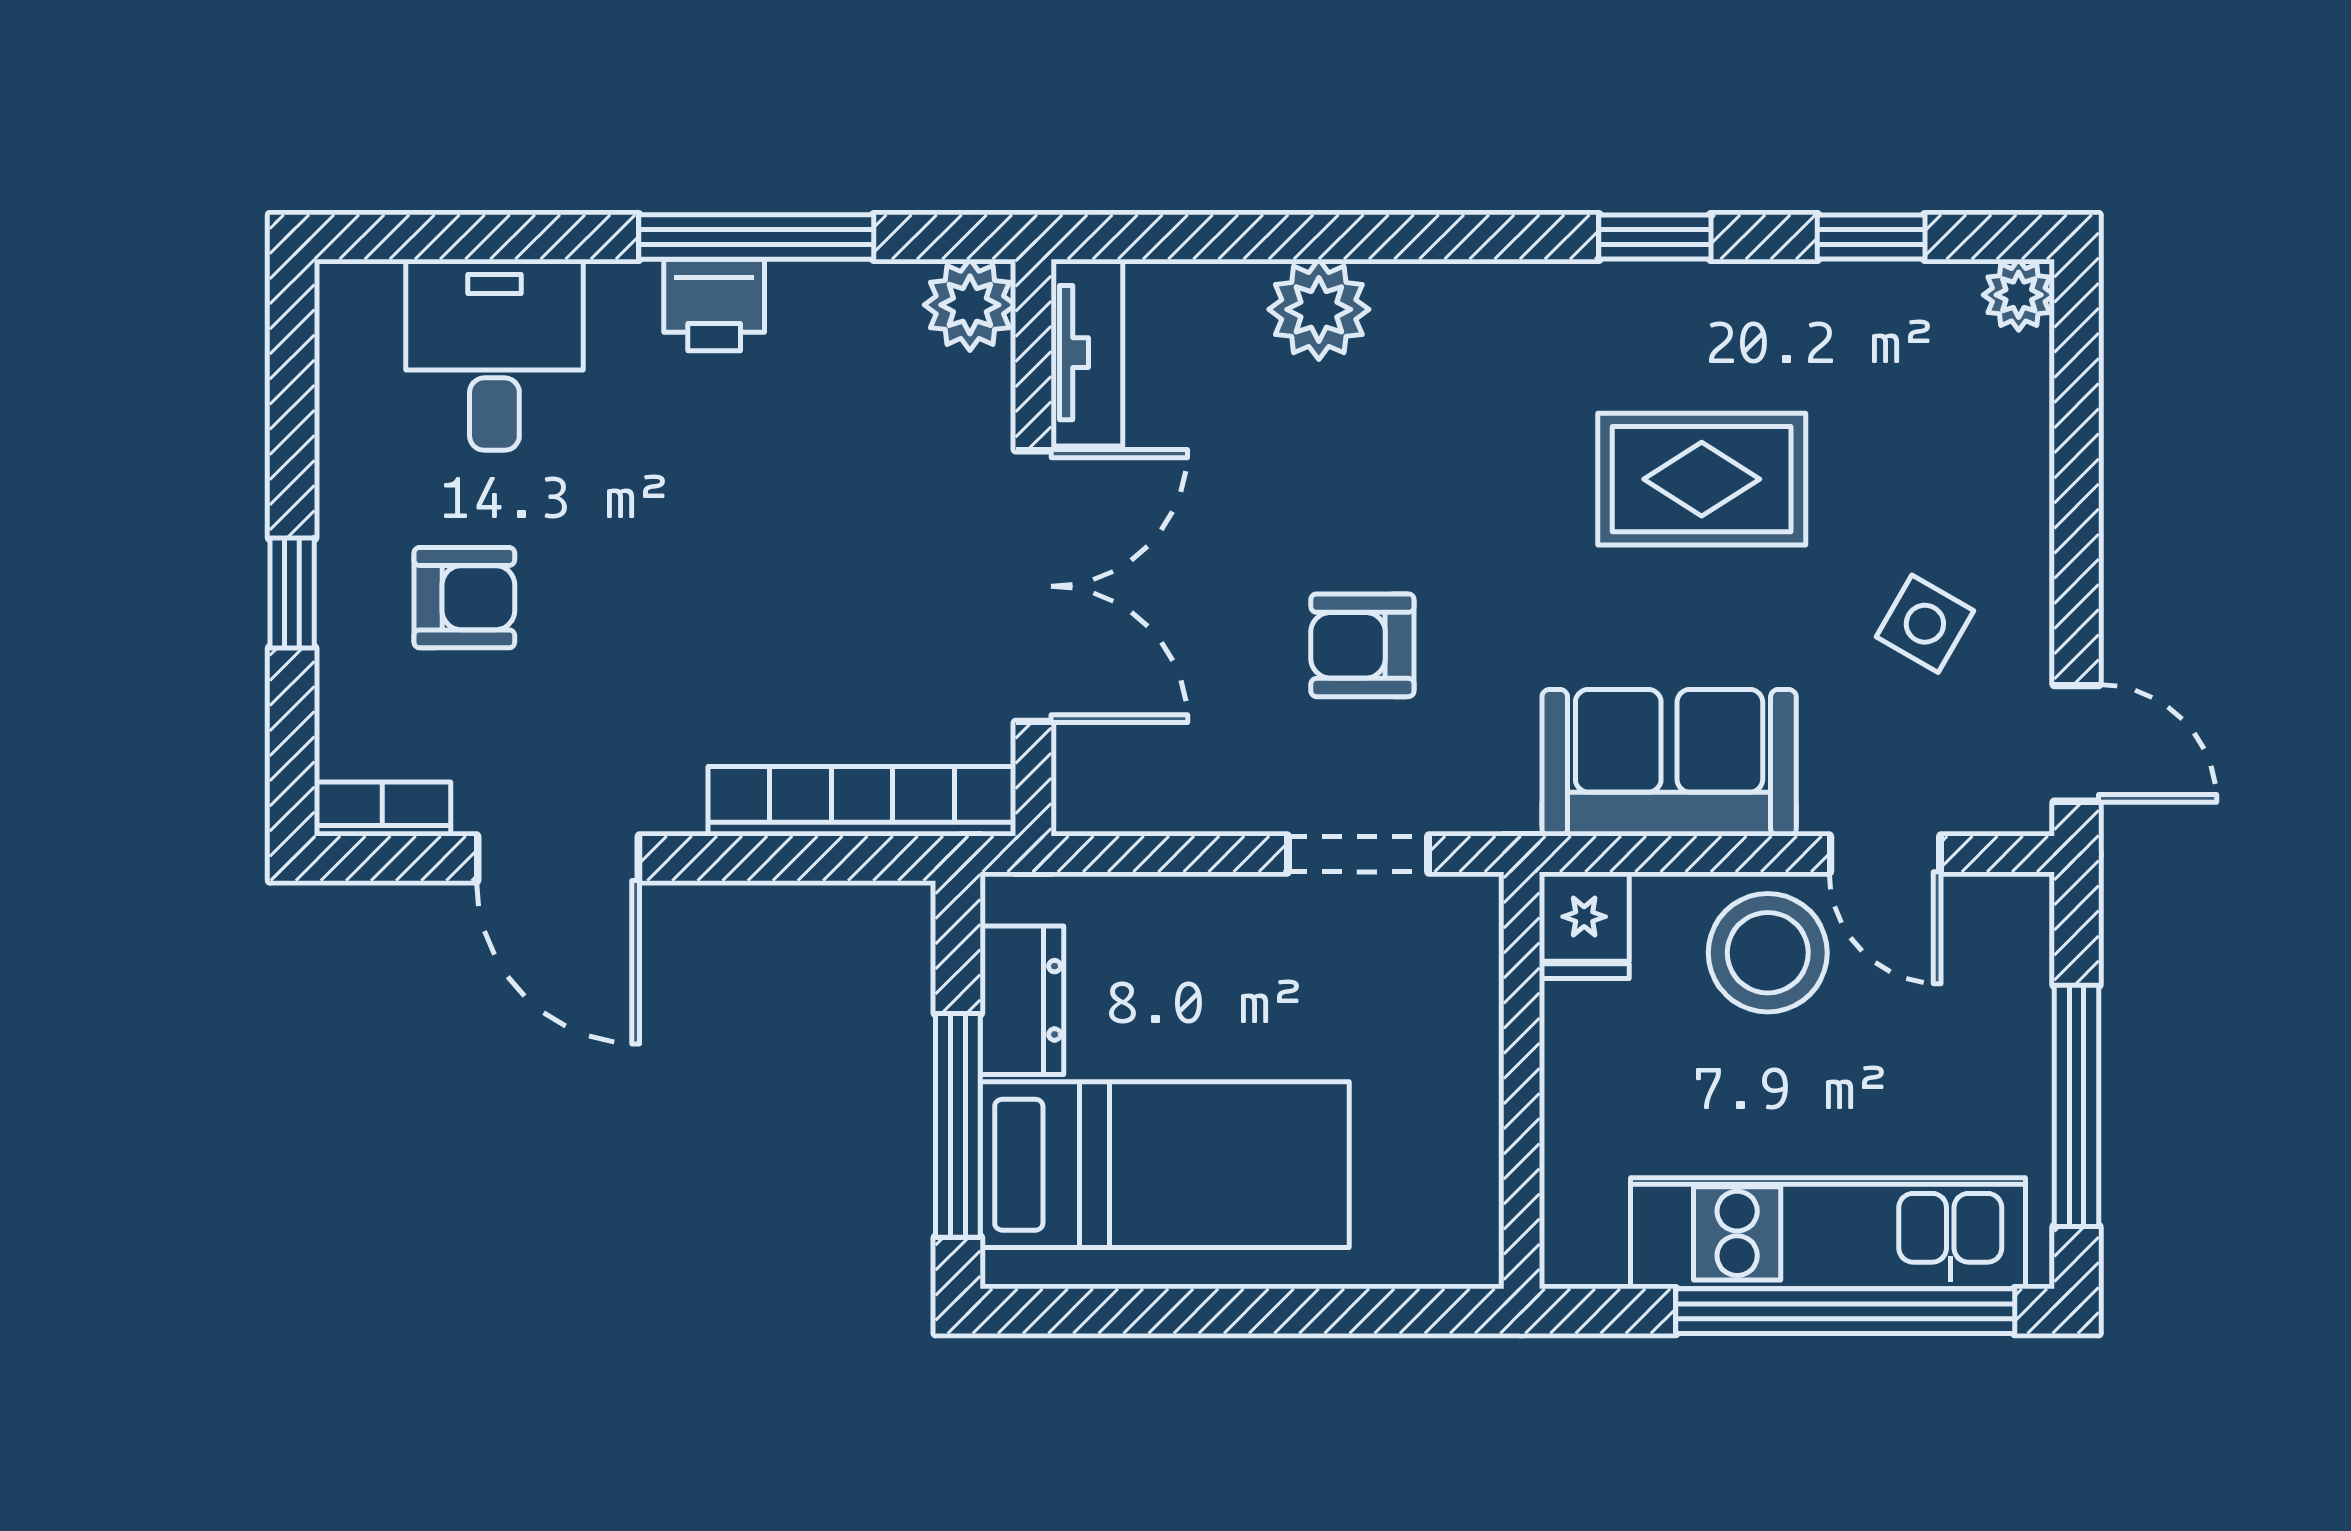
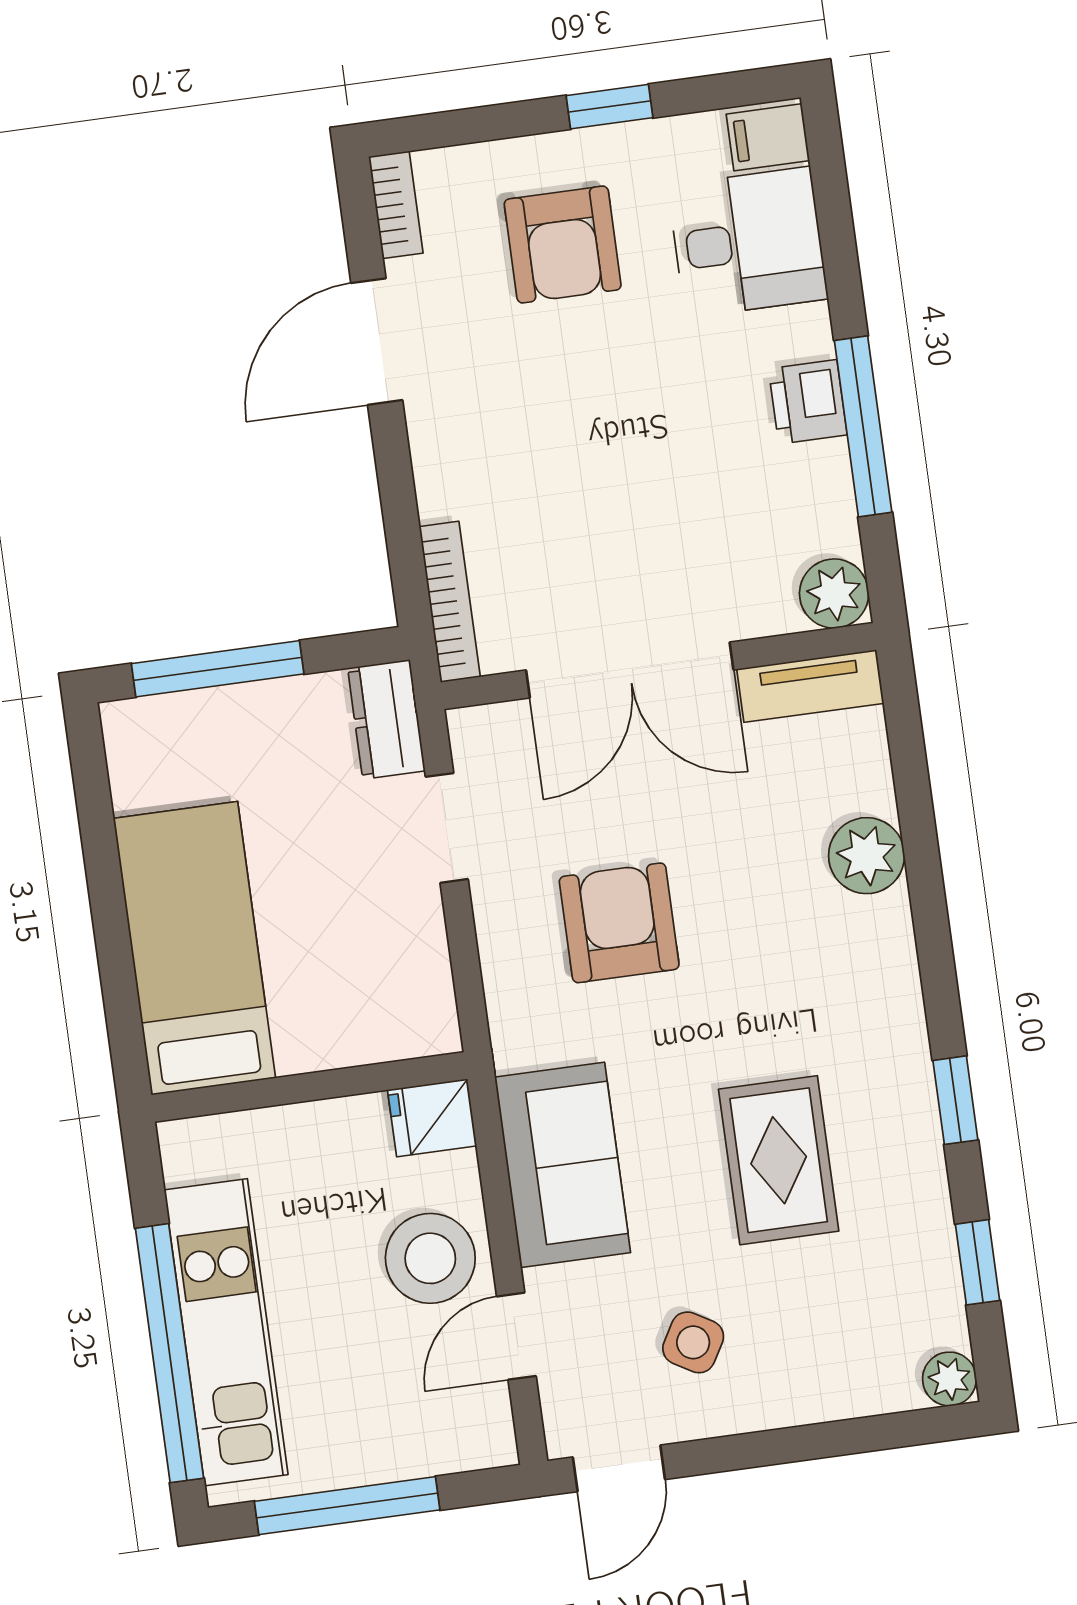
filing cabinet: (361, 310) -> (768, 137), added
window: (292, 593) -> (610, 107), moved
armchair: (464, 598) -> (563, 244), width x1.38, depth x1.38
armchair: (1362, 645) -> (619, 923), width x1.38, depth x1.38
bookcase: (862, 801) -> (450, 602), width x0.68, depth x0.76
doorway: (1358, 854) -> (447, 828), moved
dresser: (1022, 1000) -> (386, 719), moved, turned 90
bed: (1165, 1165) -> (194, 948), moved, turned 180

